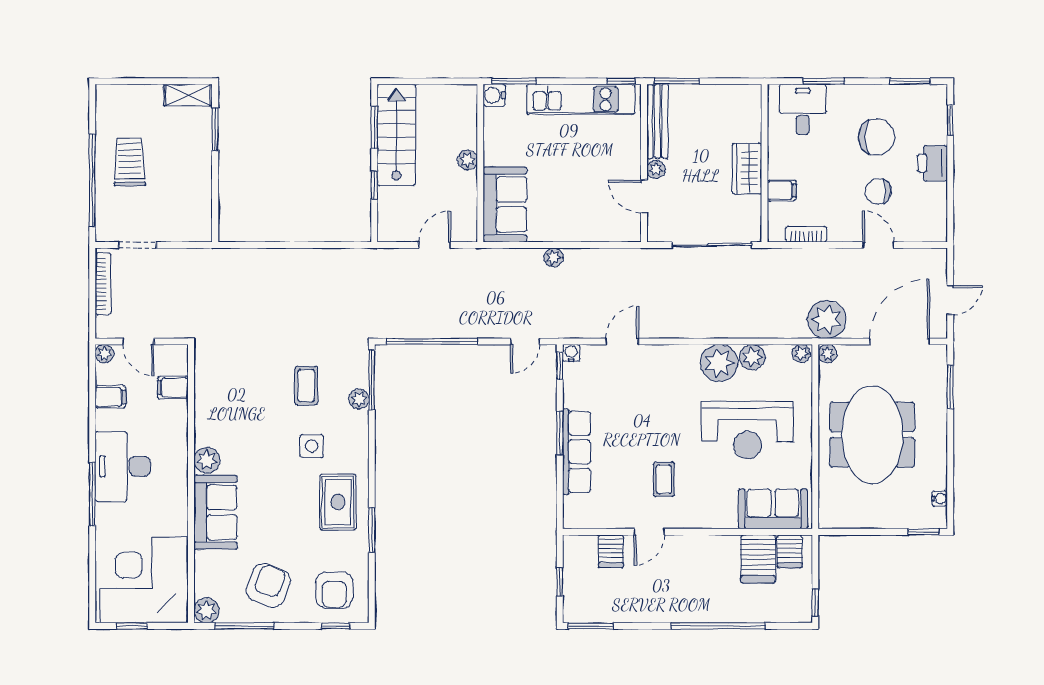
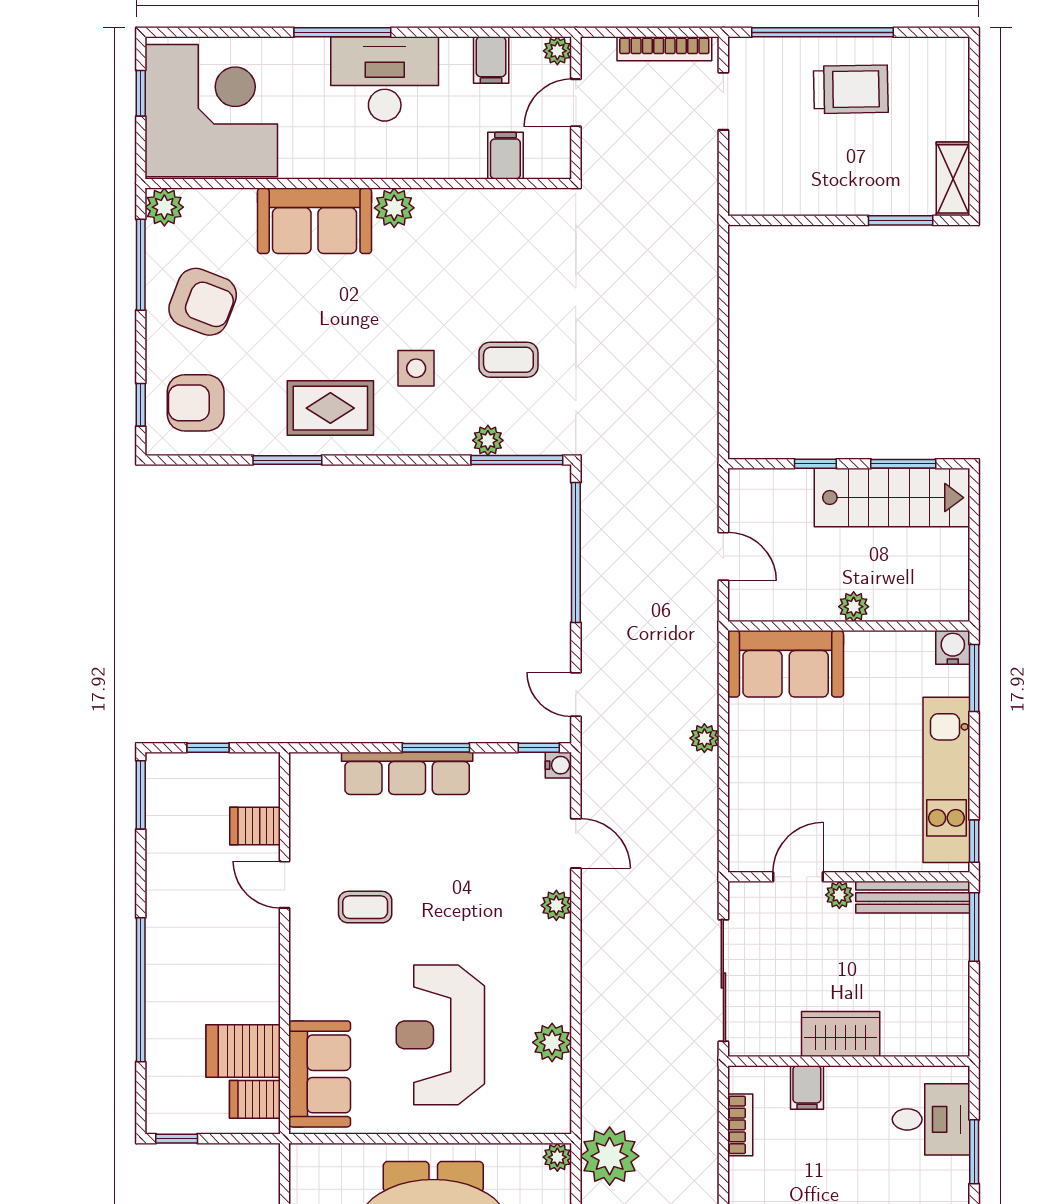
plant: (801, 354) -> (558, 1117), removed
plant: (719, 363) -> (556, 905), moved, width x0.53, depth x0.53

